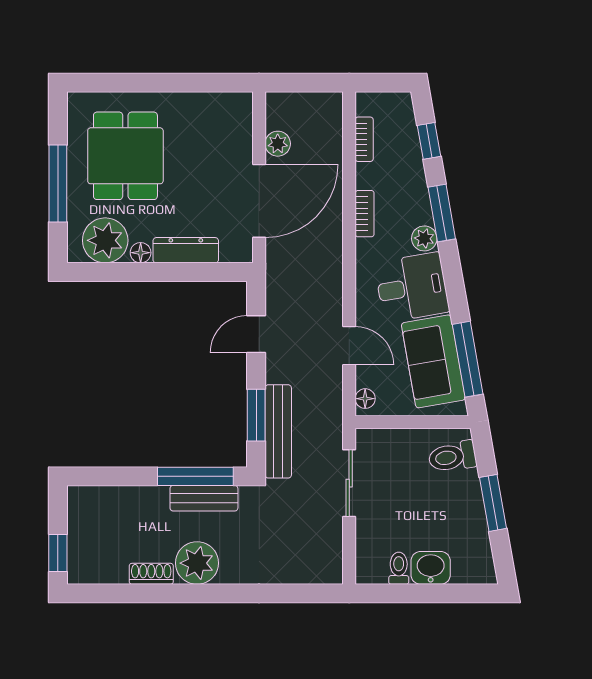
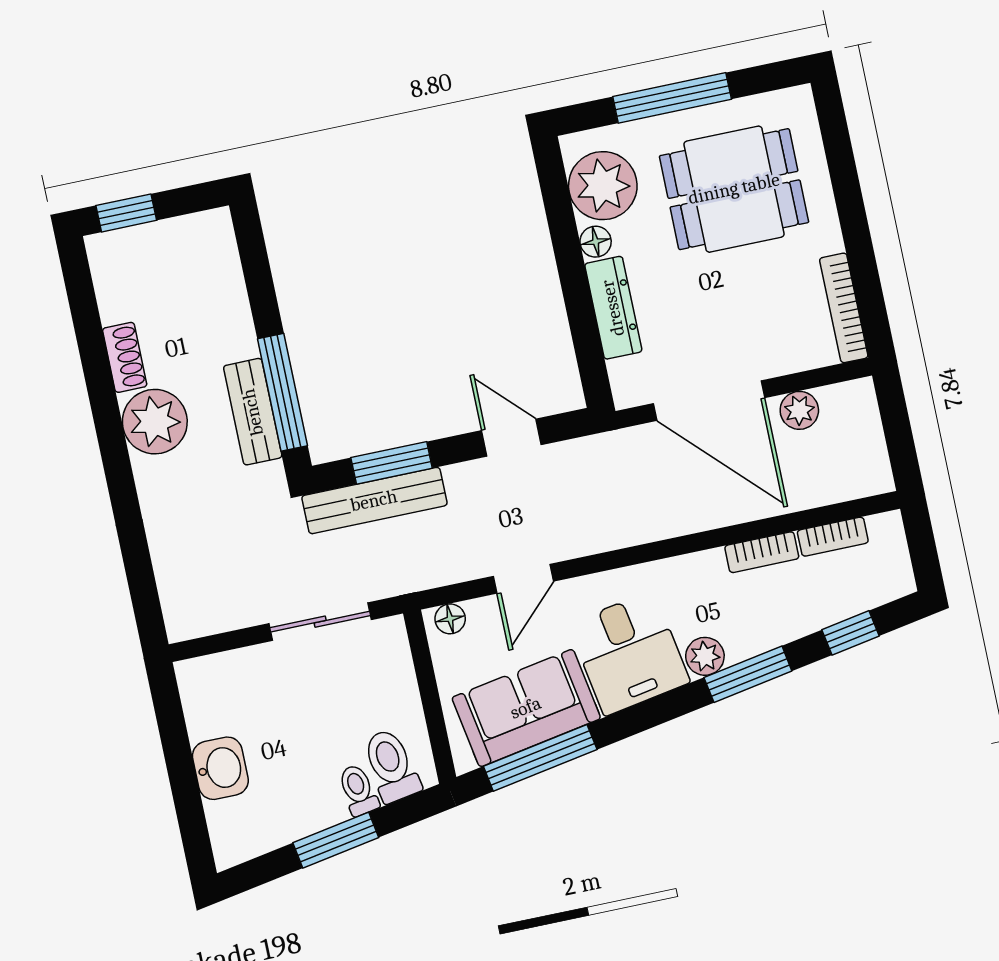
bookcase: (217, 101) -> (844, 308), added
bookcase: (365, 214) -> (762, 552), moved
toilet: (399, 568) -> (358, 790), moved, turned -100

